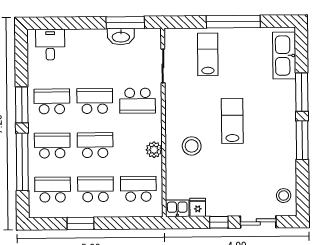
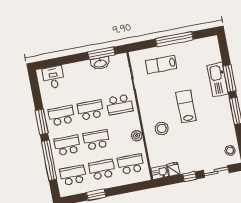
lab bench: (208, 54) -> (161, 64), turned -90
kitchen sink: (284, 56) -> (218, 79), moved

